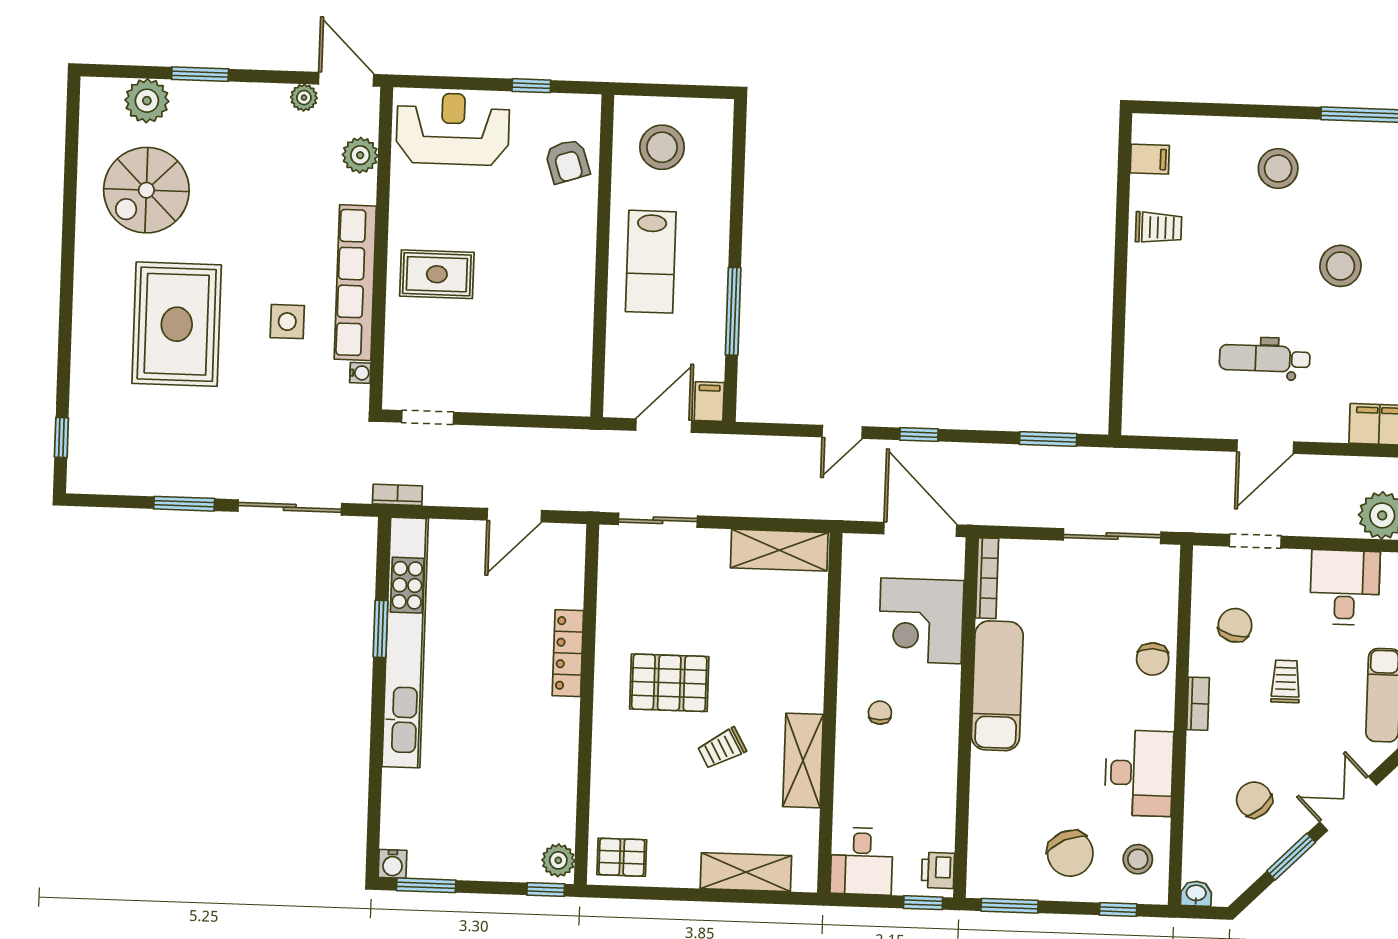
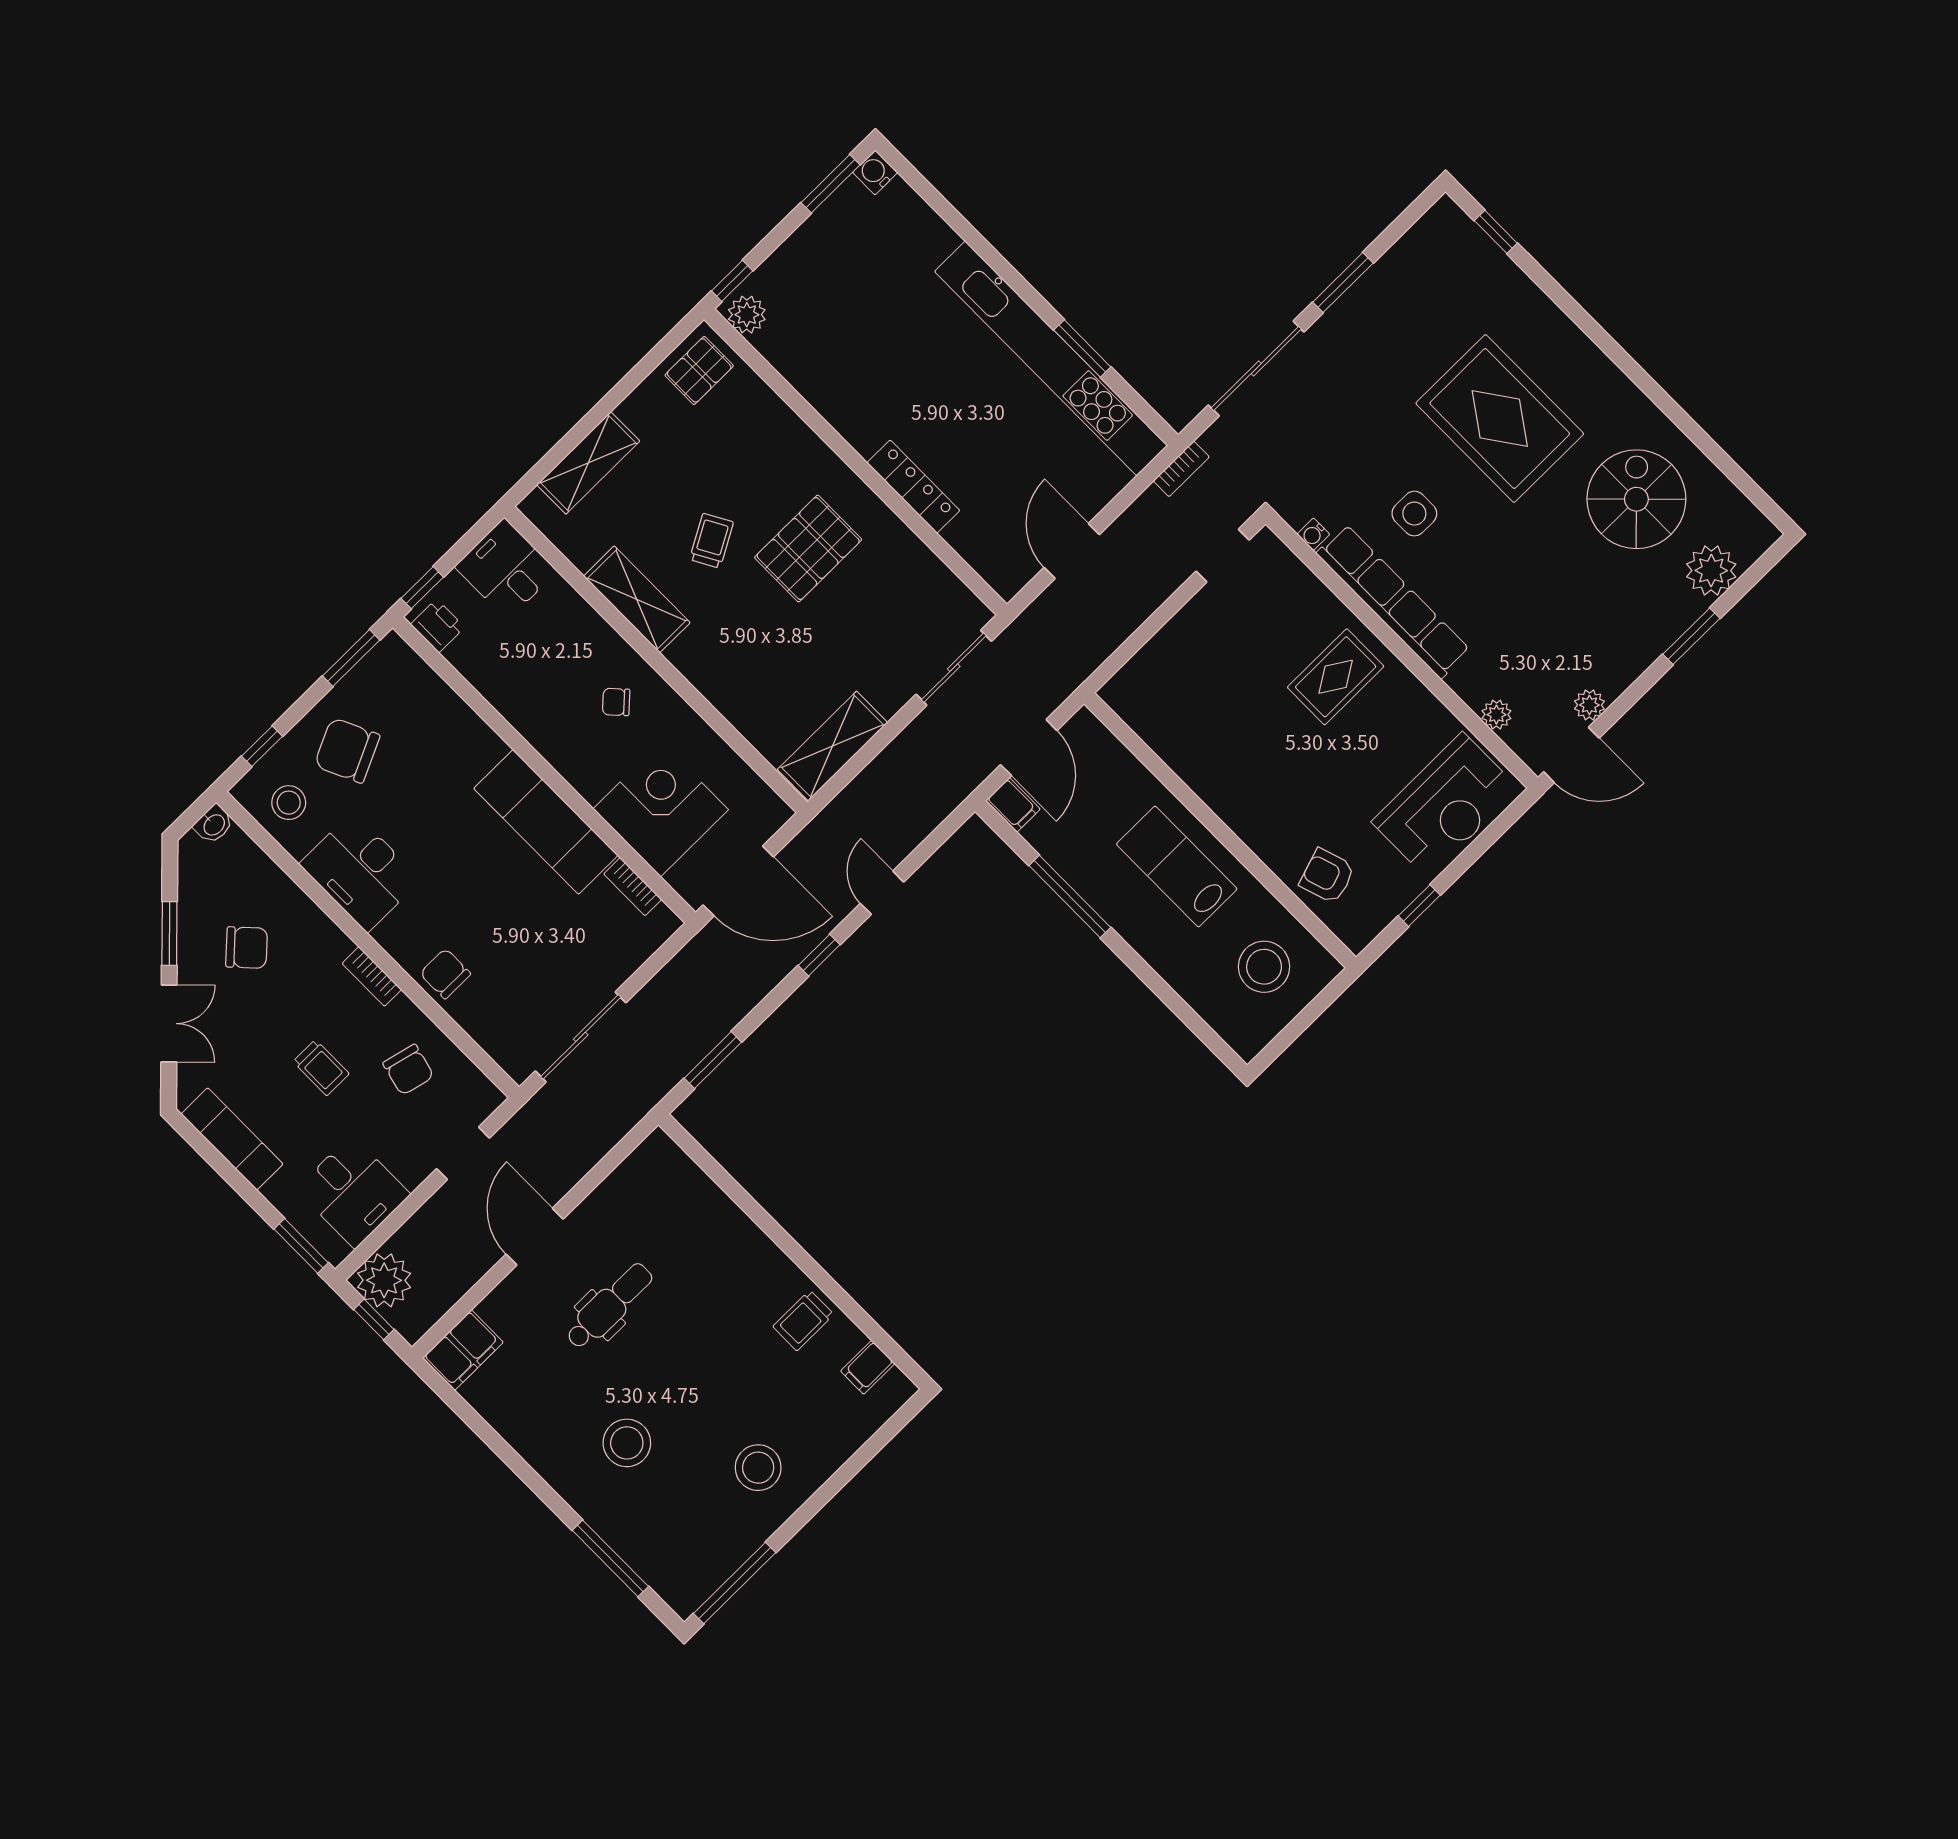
plant: (360, 155) -> (1496, 715), width x0.73, depth x0.73
bookcase: (987, 578) -> (633, 887), width x0.64
chair: (880, 713) -> (616, 702), turned 137

